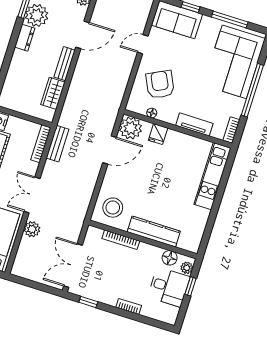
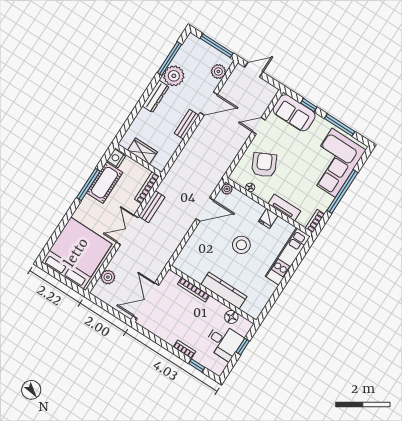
dresser: (25, 38) -> (156, 96), width x1.44
wardrobe: (53, 93) -> (142, 151), moved, turned 90
plant: (131, 128) -> (227, 189), width x0.53, depth x0.53
fridge: (158, 134) -> (268, 218), moved
bench: (57, 144) -> (152, 207), moved
stool: (113, 208) -> (241, 245), moved
plant: (32, 229) -> (108, 277), moved
plant: (187, 268) -> (244, 330), removed
window: (88, 302) -> (197, 366), moved

